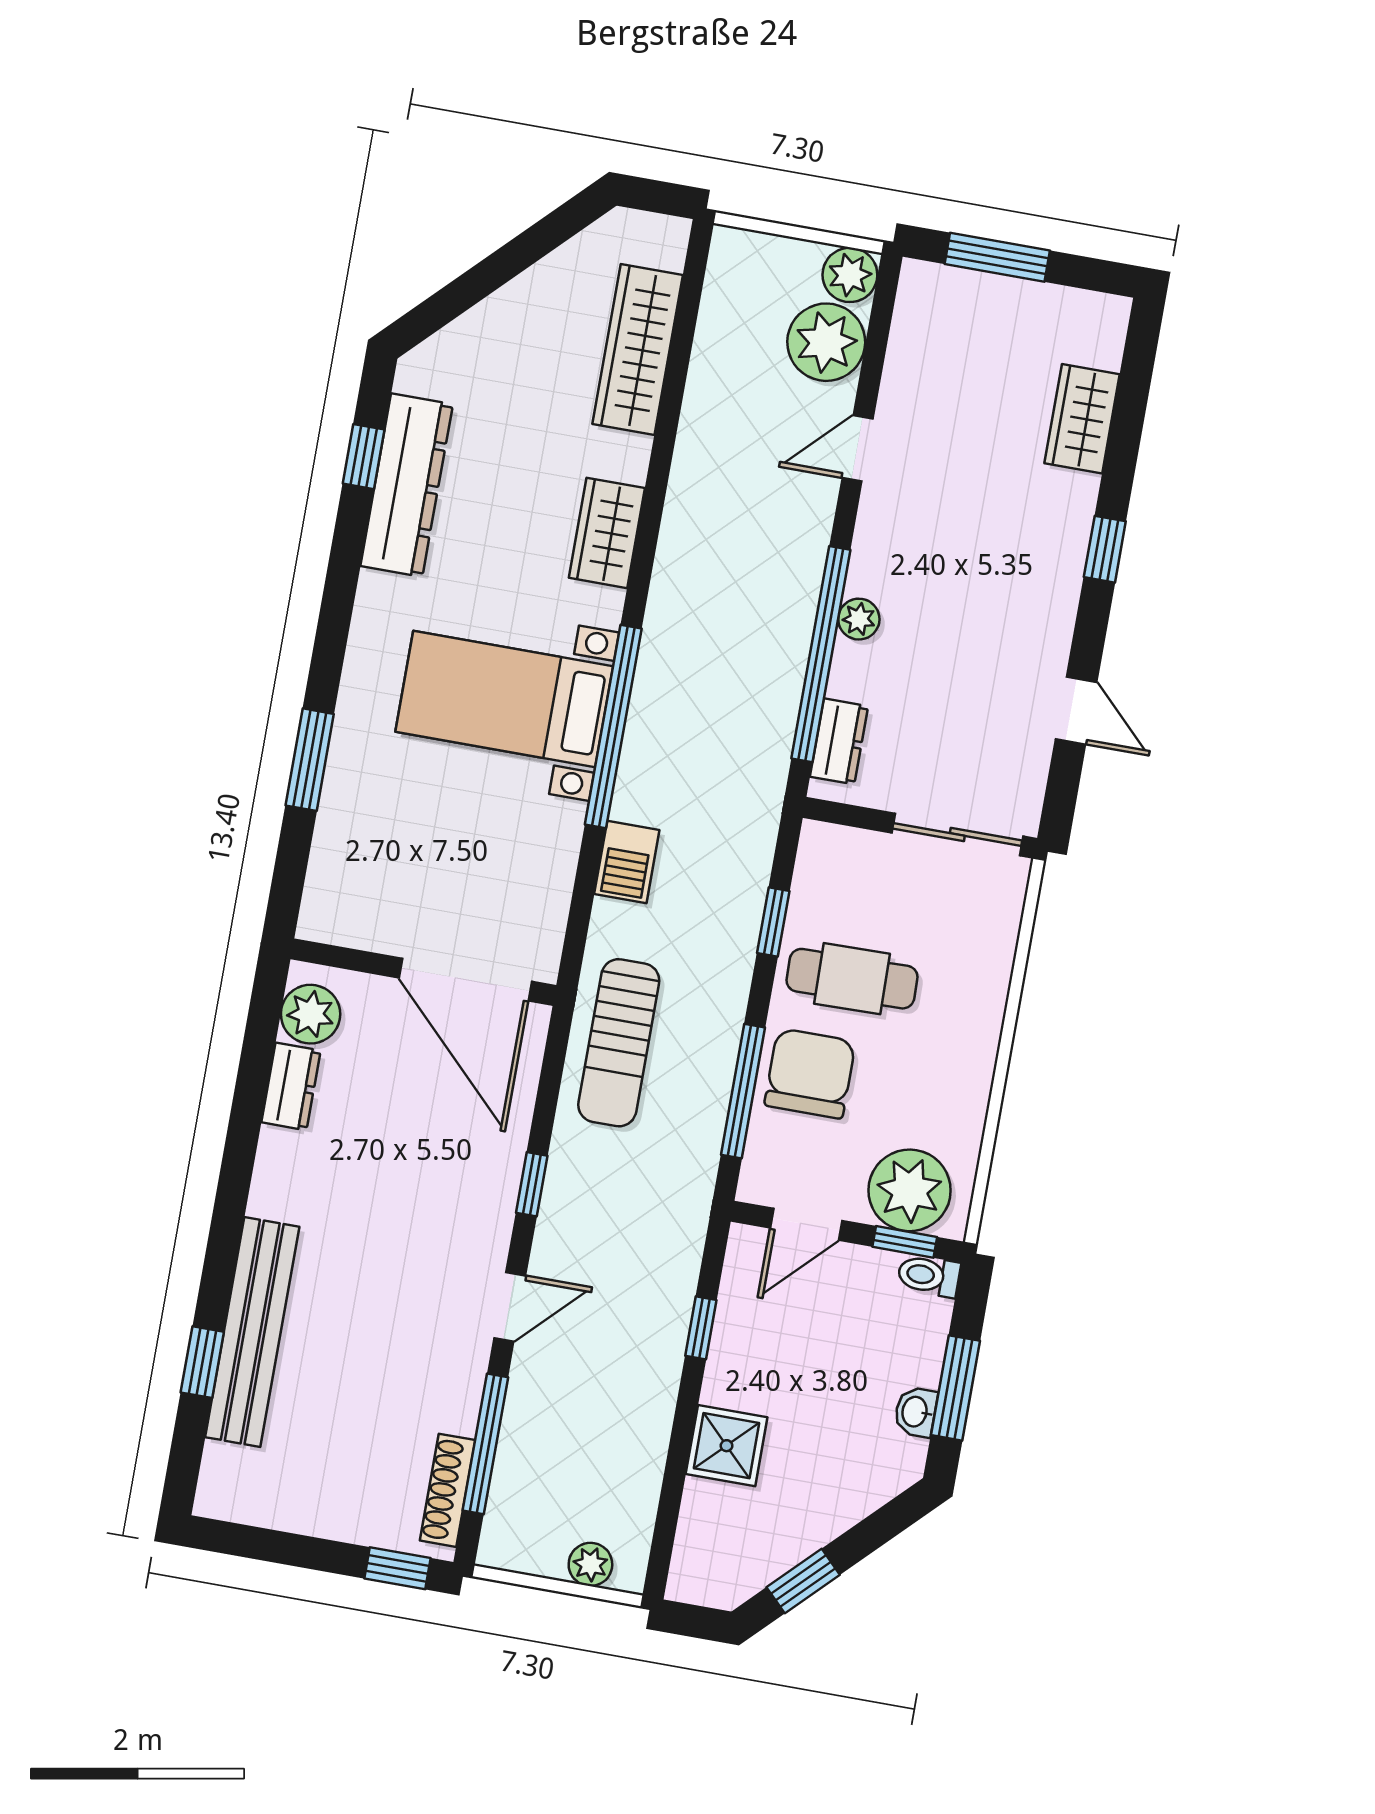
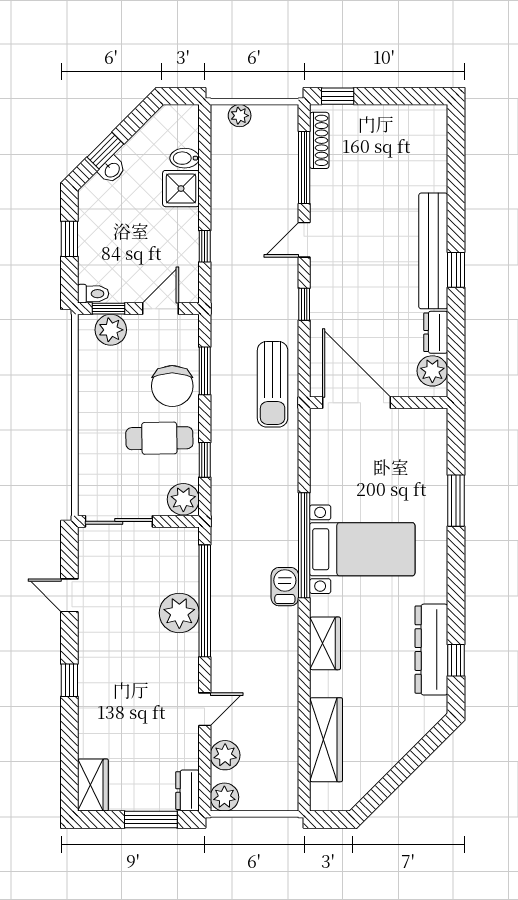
plant: (826, 342) -> (225, 755), width x0.73, depth x0.73
wardrobe: (1082, 419) -> (93, 785), moved
plant: (859, 619) -> (179, 613), width x1.88, depth x1.88
dresser: (839, 741) -> (188, 791), moved
plant: (827, 855) -> (183, 499), added
barbecue: (627, 862) -> (285, 587), moved
sun lounger: (619, 1043) -> (273, 384), turned 180
window: (743, 1091) -> (205, 371), width x0.69
plant: (910, 1190) -> (111, 330), width x0.73, depth x0.73
bench: (252, 1332) -> (433, 251), moved
window: (202, 1362) -> (456, 270), moved
window: (955, 1388) -> (69, 239), width x0.67
washbasin: (916, 1412) -> (112, 170), moved, turned 45
bidet: (709, 1502) -> (185, 158), added
window: (803, 1581) -> (105, 151), moved

